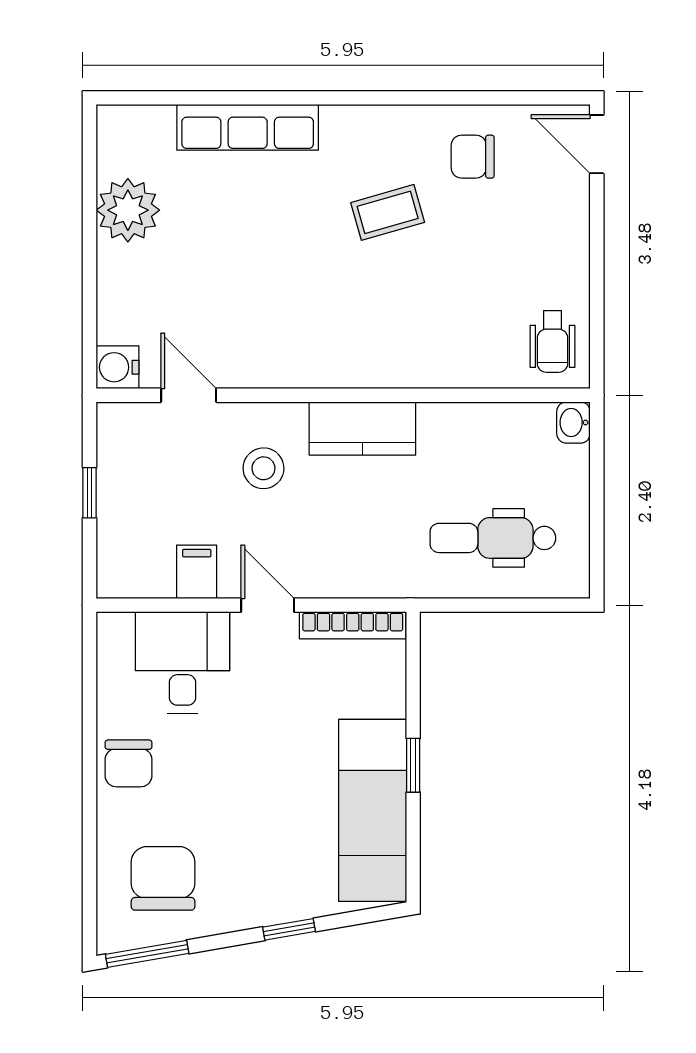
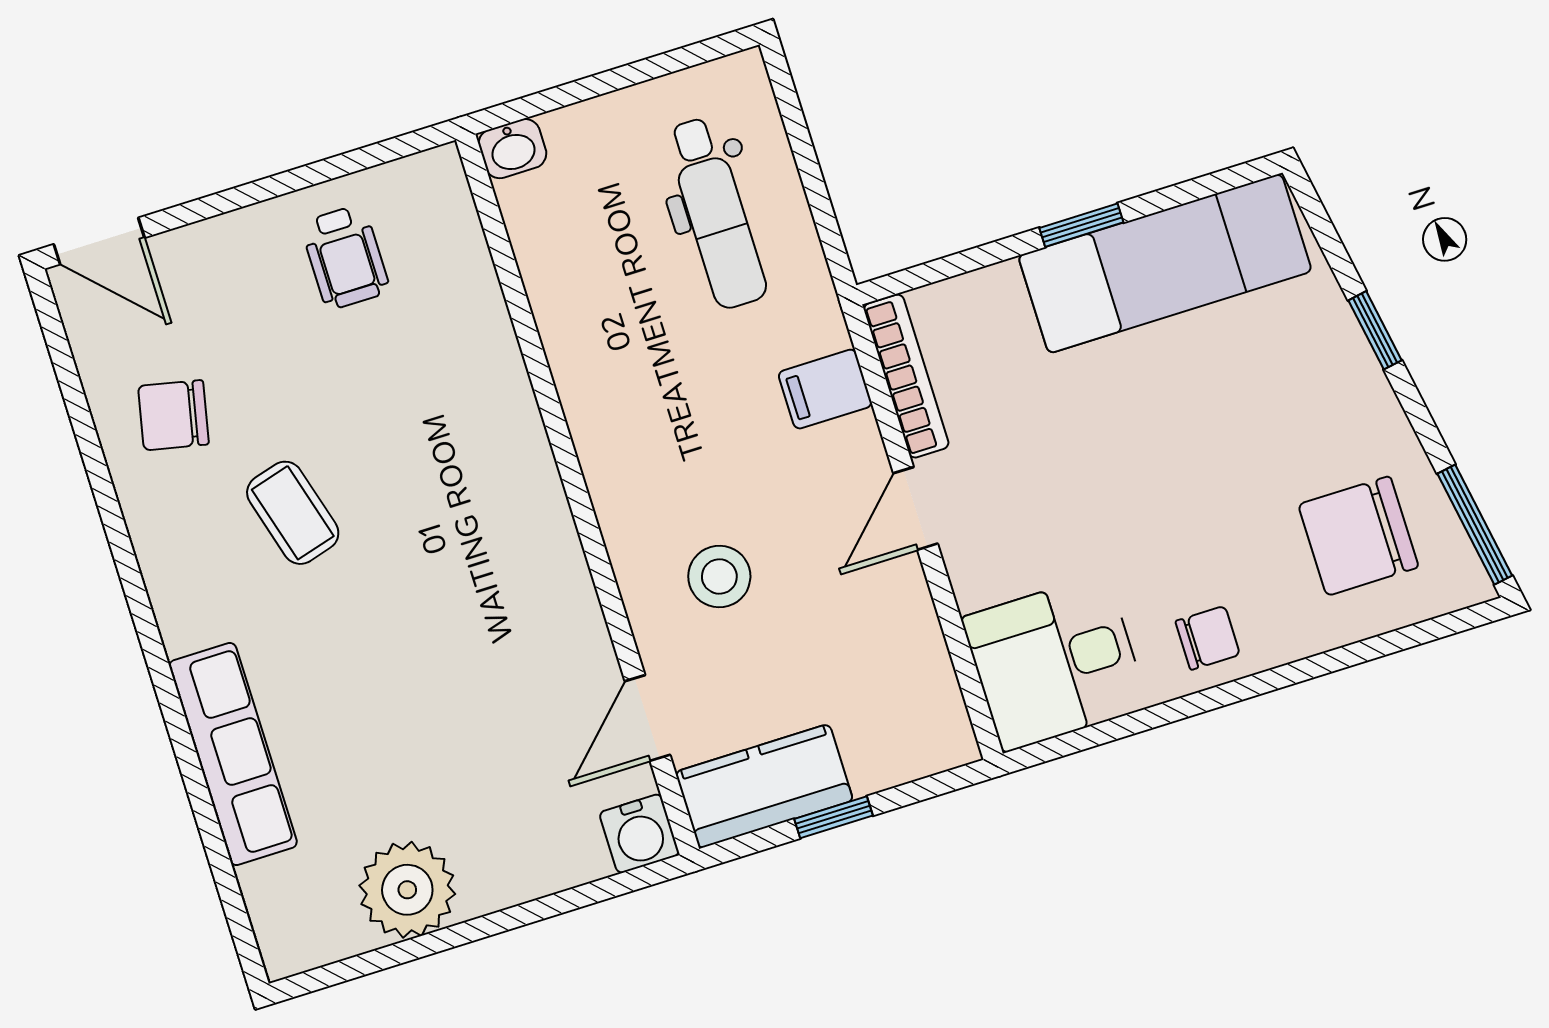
door: (597, 144) -> (99, 241), hinge flipped
chair: (473, 157) -> (173, 415), turned 102
wheelchair: (552, 341) -> (345, 257), moved, turned 90
kitchen counter: (362, 428) -> (764, 786), moved, turned -90
filing cabinet: (197, 572) -> (825, 389), moved
desk: (182, 663) -> (1055, 662), moved
chair: (129, 763) -> (1208, 638), width x0.73, depth x0.73

